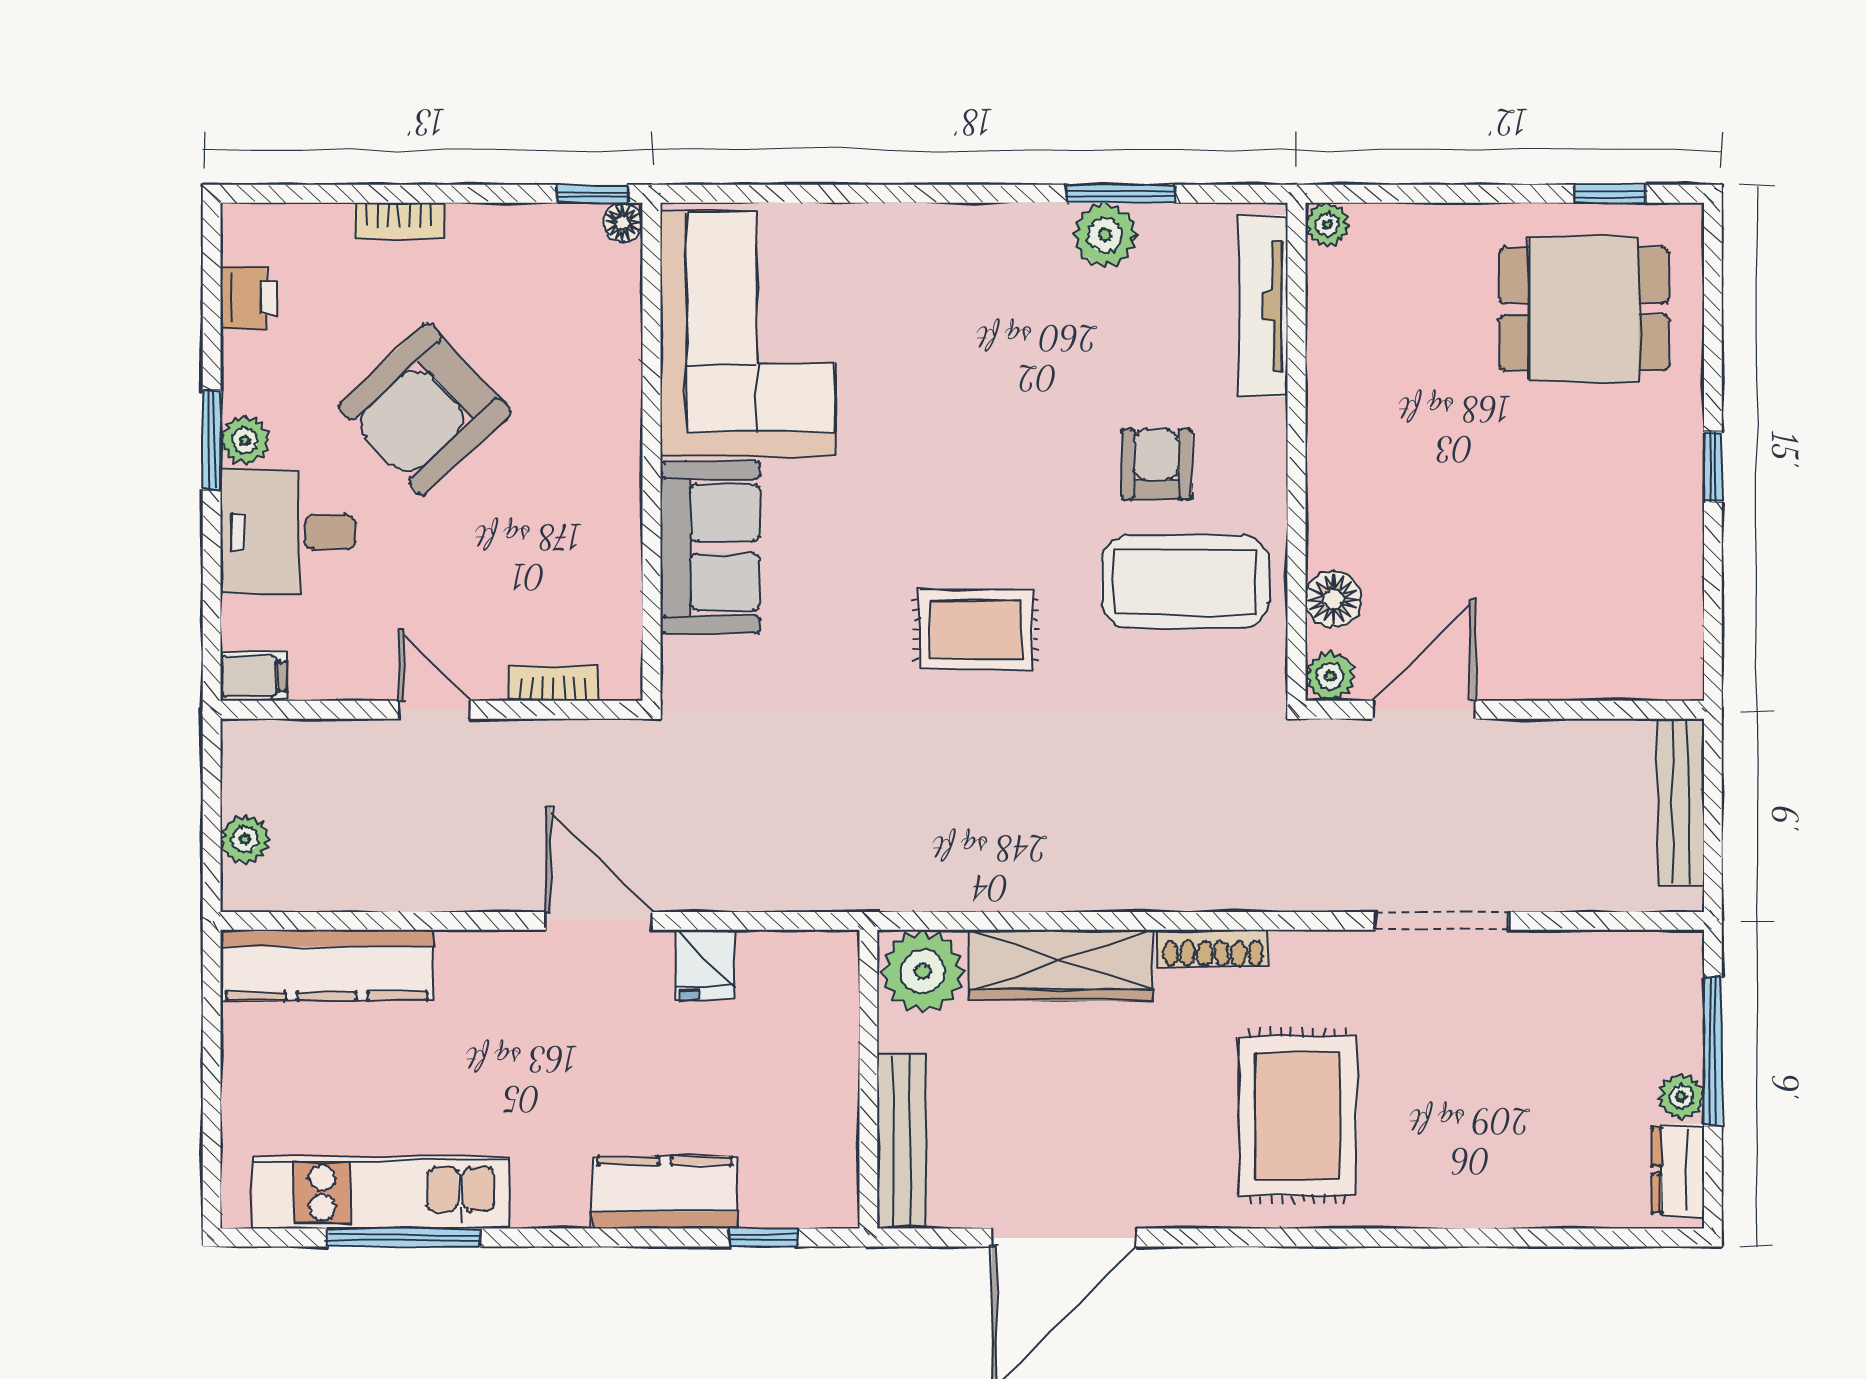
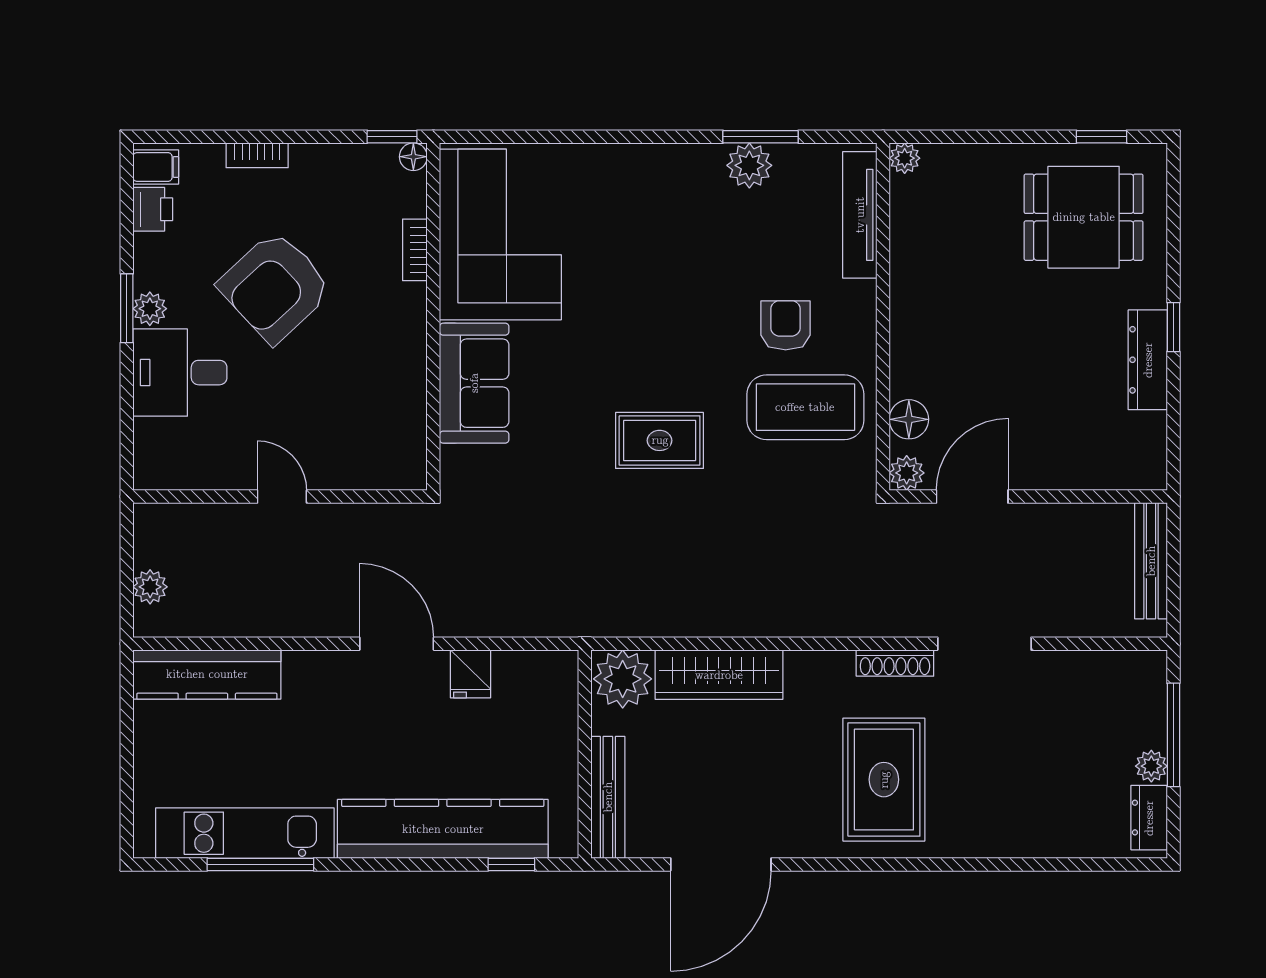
dresser: (1676, 514) -> (1148, 360), added
filing cabinet: (253, 676) -> (156, 167), moved
bookcase: (553, 683) -> (415, 250), moved, turned -90
shoe rack: (1213, 949) -> (895, 663), moved
kitchen counter: (665, 1193) -> (443, 829), width x2.08, depth x1.17

